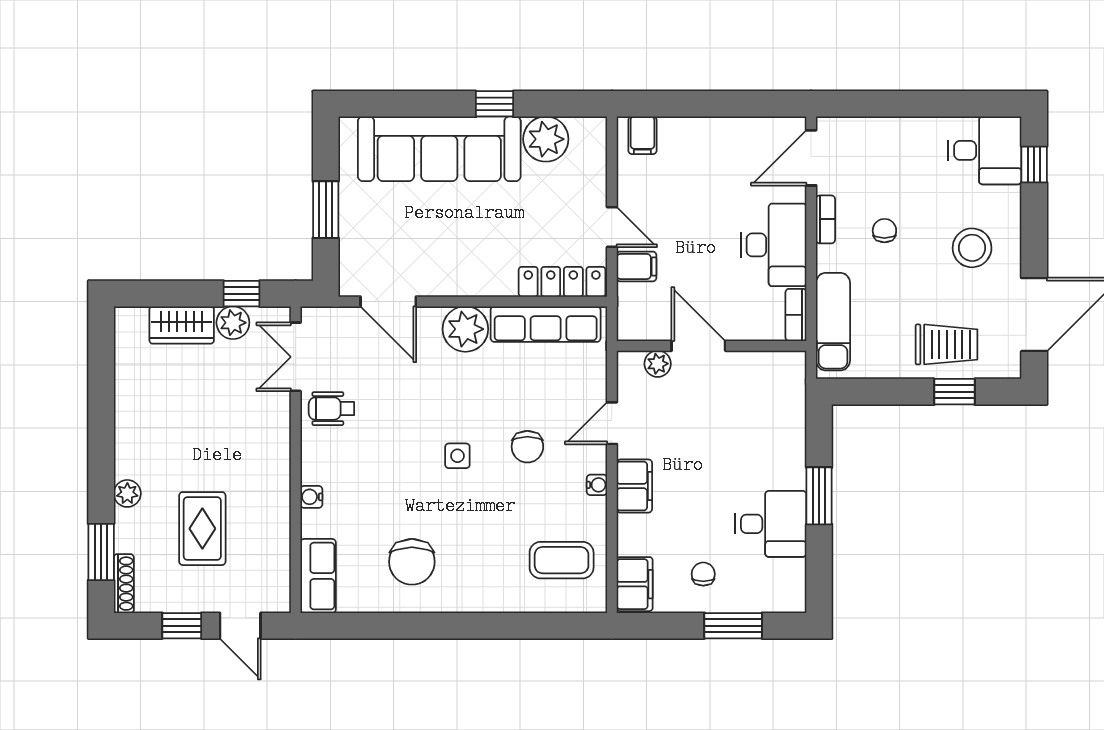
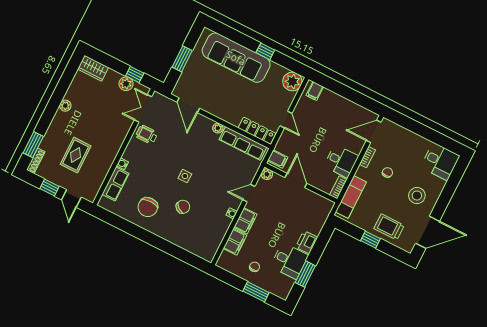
plant: (546, 139) -> (292, 82), moved
window: (1034, 164) -> (456, 176), removed
desk: (774, 245) -> (341, 161), width x0.73
filing cabinet: (637, 266) -> (278, 159), moved
wardrobe: (182, 325) -> (93, 68), moved
plant: (465, 329) -> (218, 128), width x0.53, depth x0.53
trolley: (946, 344) -> (389, 227), turned 180
plant: (658, 364) -> (267, 174), moved
window: (954, 392) -> (370, 240), moved
chair: (527, 447) -> (183, 207), moved, turned -143
printer: (788, 466) -> (307, 242), added
plant: (127, 493) -> (65, 106), moved
window: (819, 496) -> (305, 274), moved
coffee table: (562, 560) -> (204, 235), removed
row of seats: (318, 576) -> (115, 184), moved
filing cabinet: (635, 584) -> (235, 242), moved

